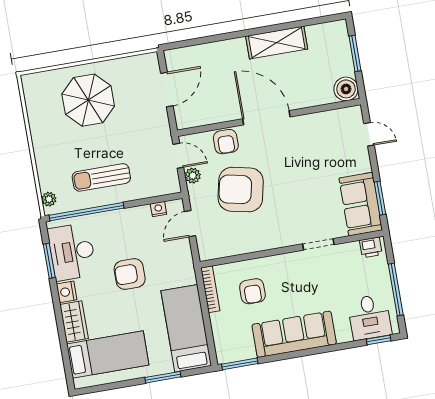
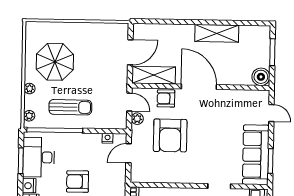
parasol: (88, 100) -> (55, 62), moved
shelving: (204, 114) -> (154, 75), added
armchair: (226, 142) -> (166, 98), turned 90
plant: (43, 163) -> (30, 89), added
sun lounger: (101, 177) -> (70, 107), turned 180
armchair: (241, 190) -> (170, 135), turned -102
sofa: (361, 204) -> (256, 155), width x1.36

